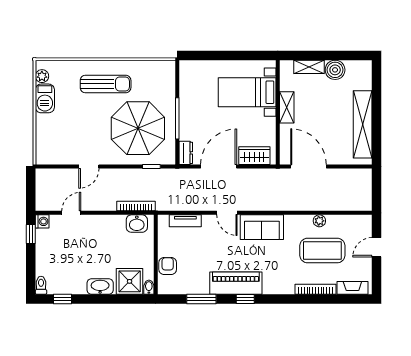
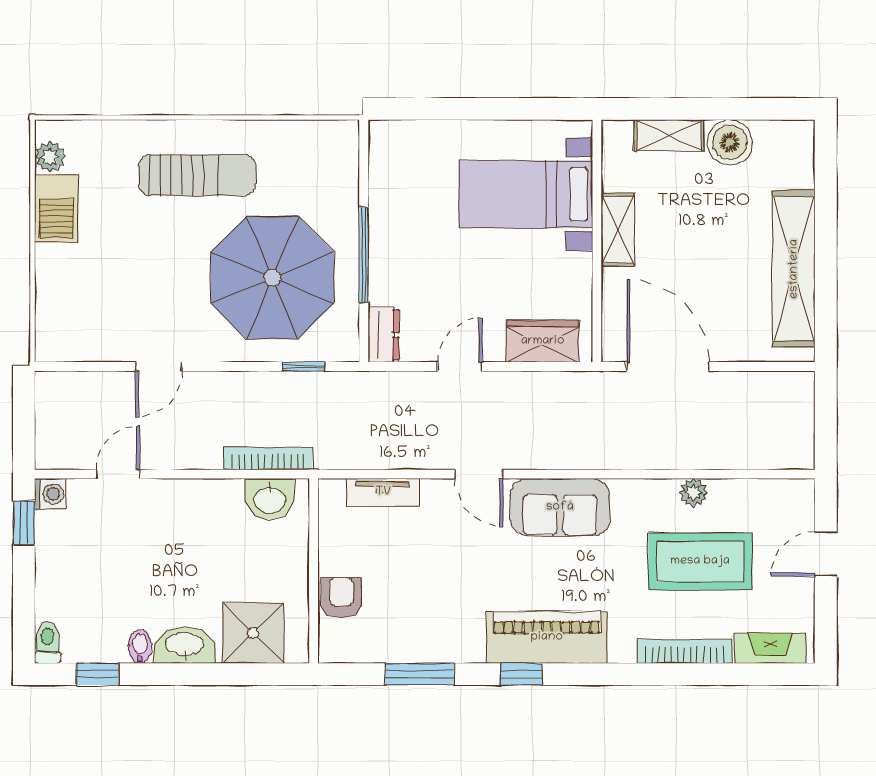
door: (219, 166) -> (460, 366), width x0.53
piano: (236, 283) -> (547, 637), moved
bidet: (149, 287) -> (140, 647), moved

